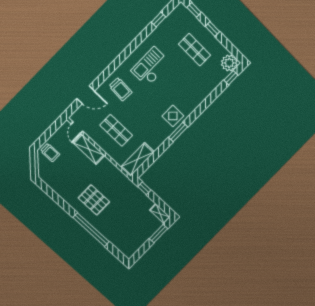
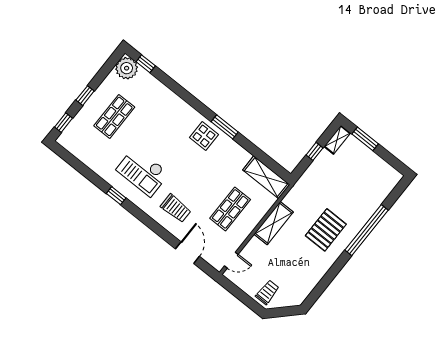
window: (159, 20) -> (116, 196), moved
trolley: (121, 89) -> (176, 208), turned 86
shelving: (89, 149) -> (274, 223), moved
window: (144, 188) -> (314, 151), moved

